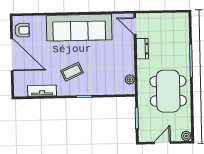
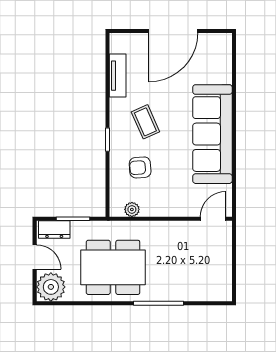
armchair: (22, 30) -> (140, 167), moved, turned 86
dresser: (142, 49) -> (54, 230), moved
plant: (186, 136) -> (51, 287), width x1.88, depth x1.88

